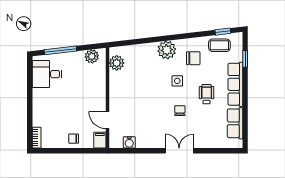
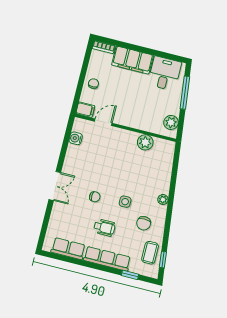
plant: (167, 50) -> (163, 199), width x0.53, depth x0.53
plant: (117, 63) -> (145, 142), moved
filing cabinet: (42, 107) -> (133, 60), added

